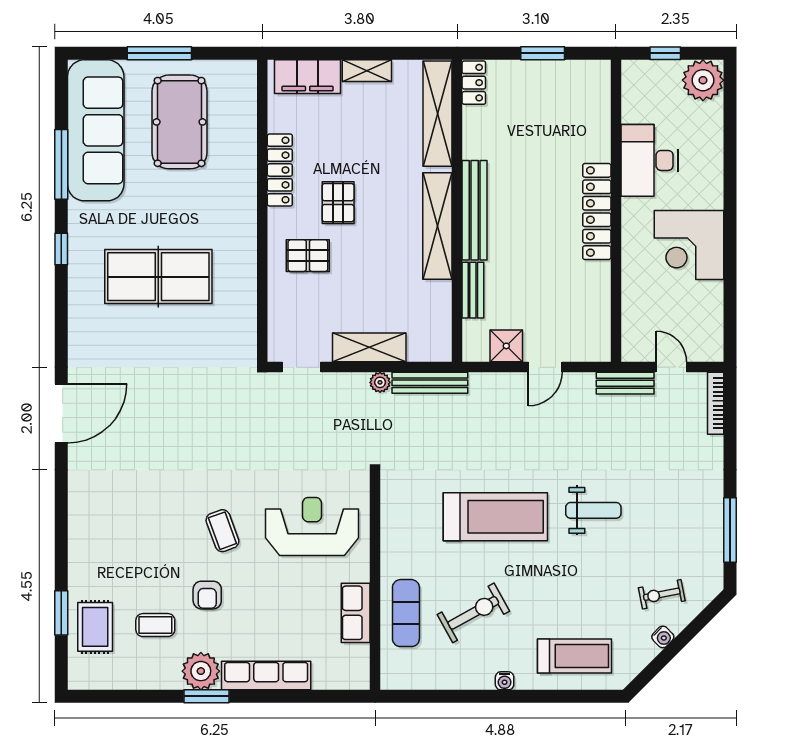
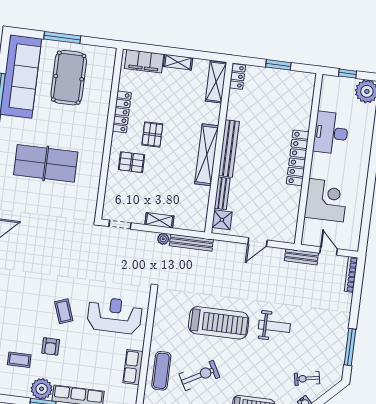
shelving: (438, 114) -> (216, 82), width x0.68
corner desk: (689, 245) -> (326, 200), moved, turned 180
shower: (506, 346) -> (222, 220), moved
shelving: (369, 347) -> (159, 220), width x0.67, depth x0.75

